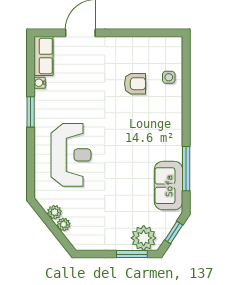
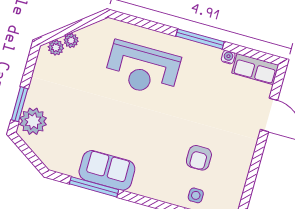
window: (31, 112) -> (200, 39), width x1.44
sofa: (169, 186) -> (107, 170), moved
plant: (54, 212) -> (56, 48), moved
window: (174, 232) -> (30, 155), removed

